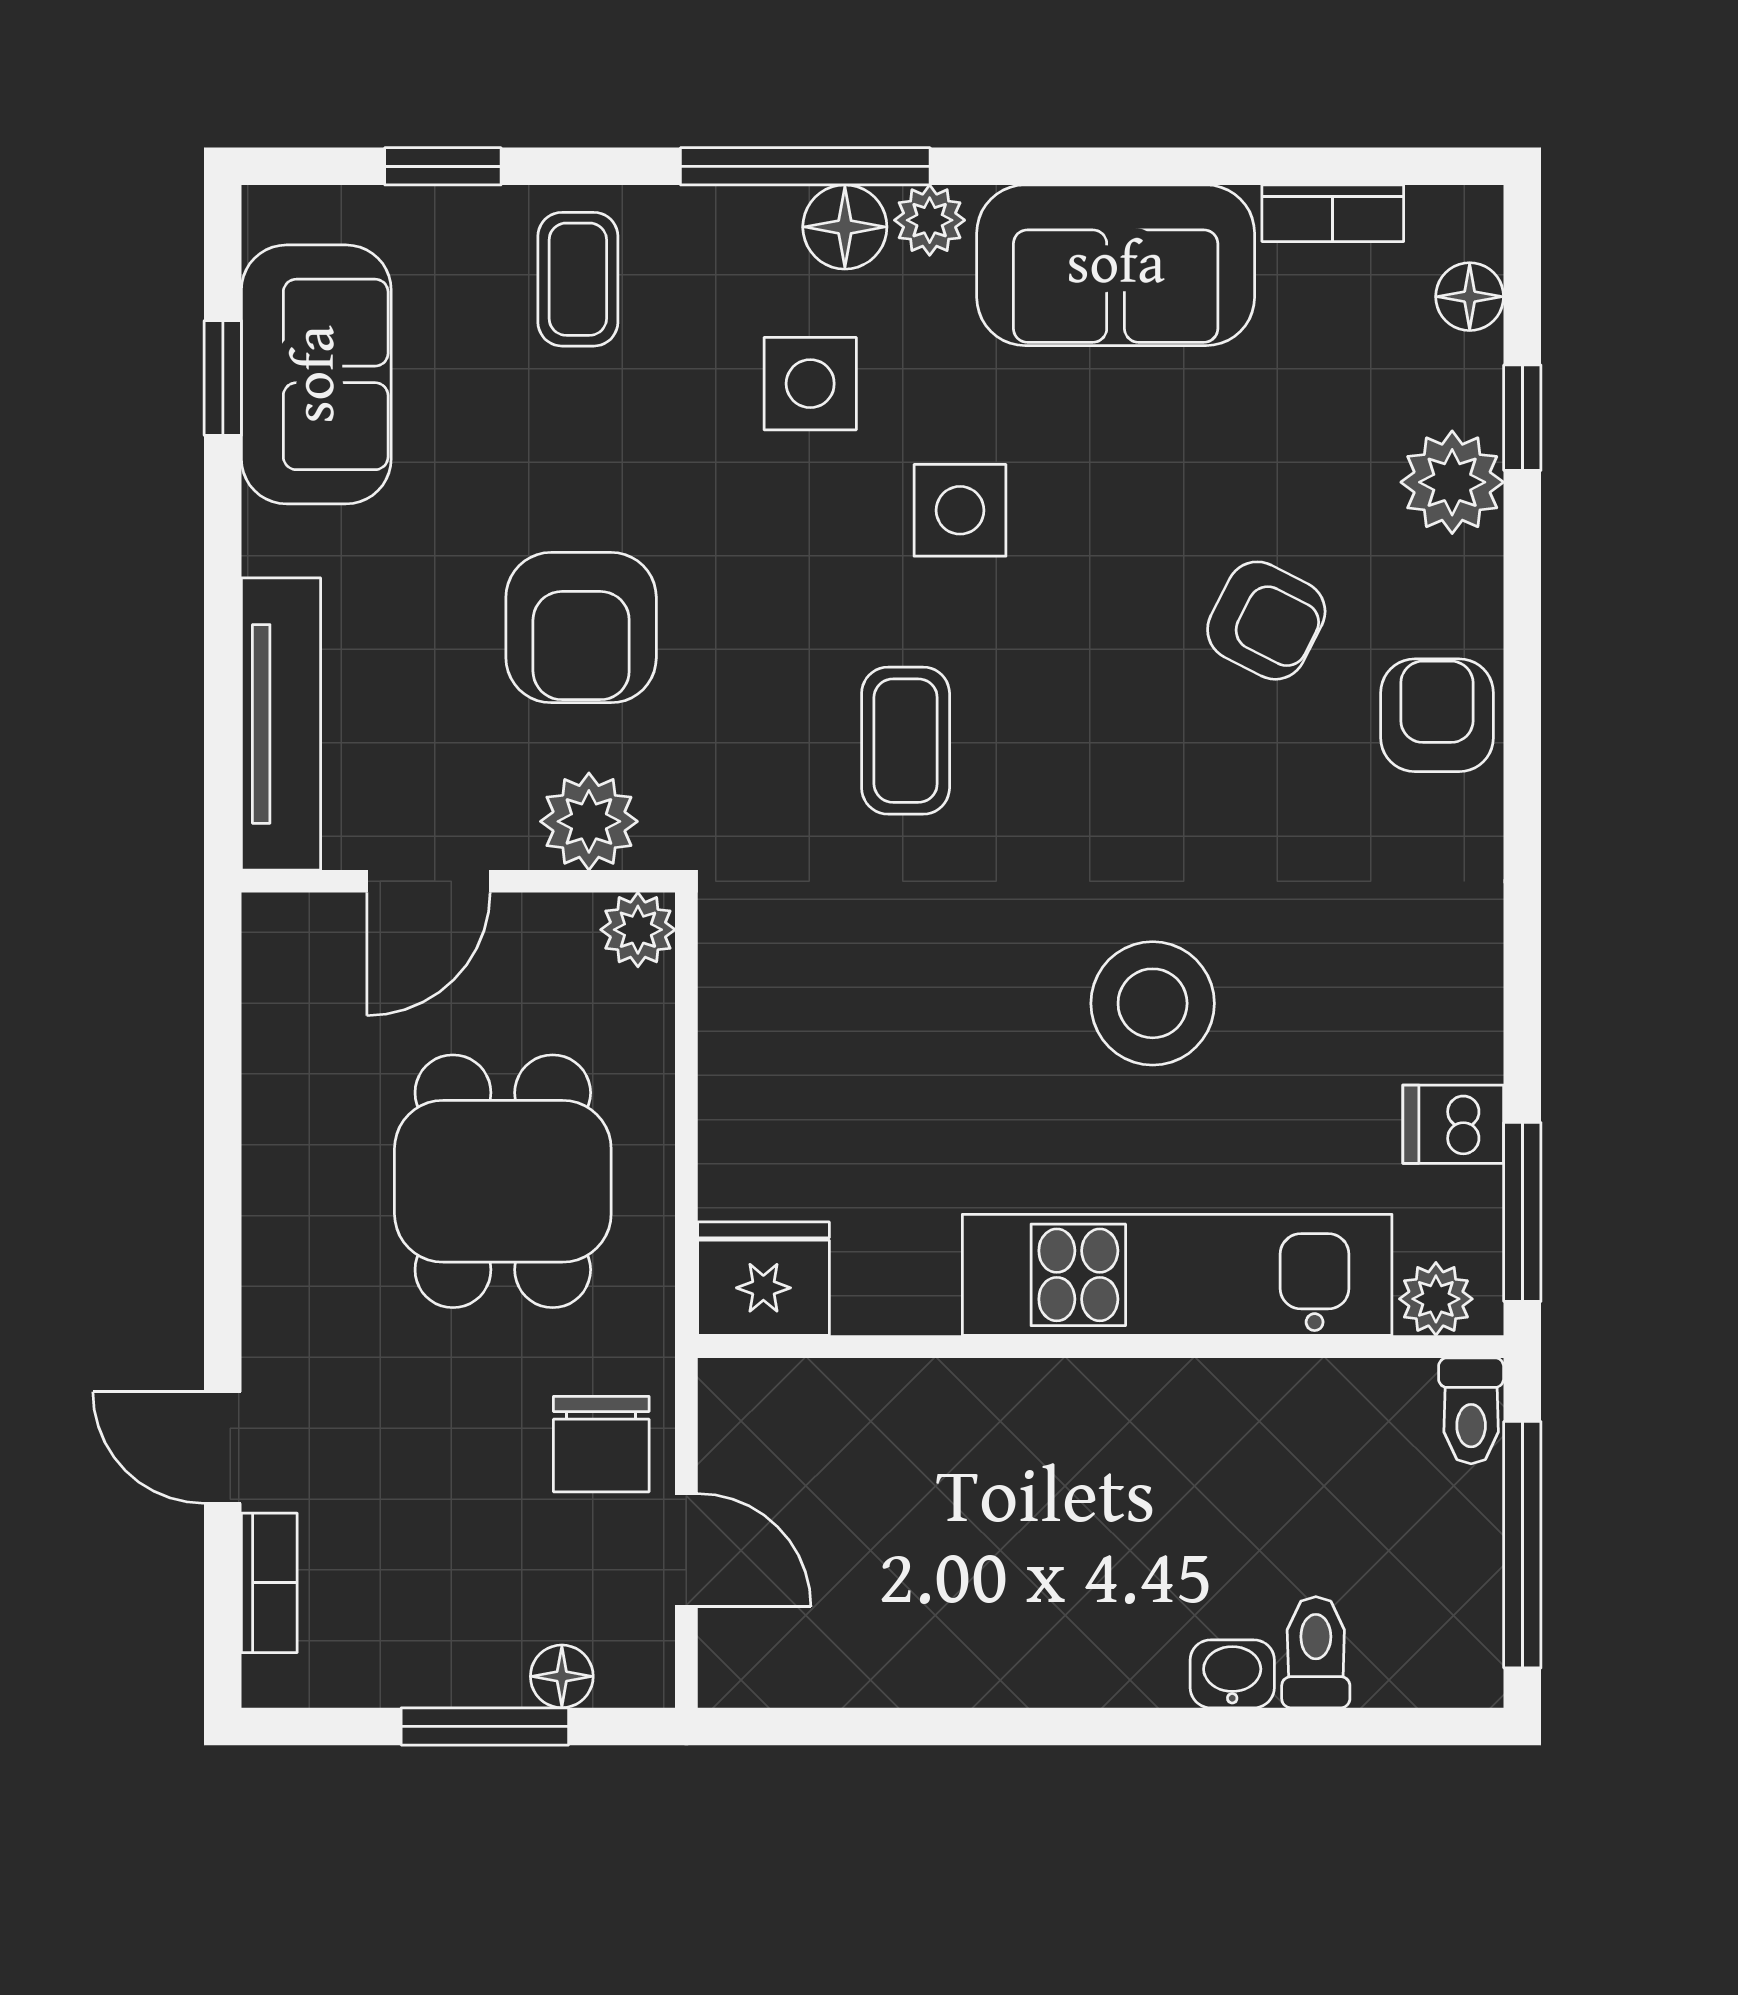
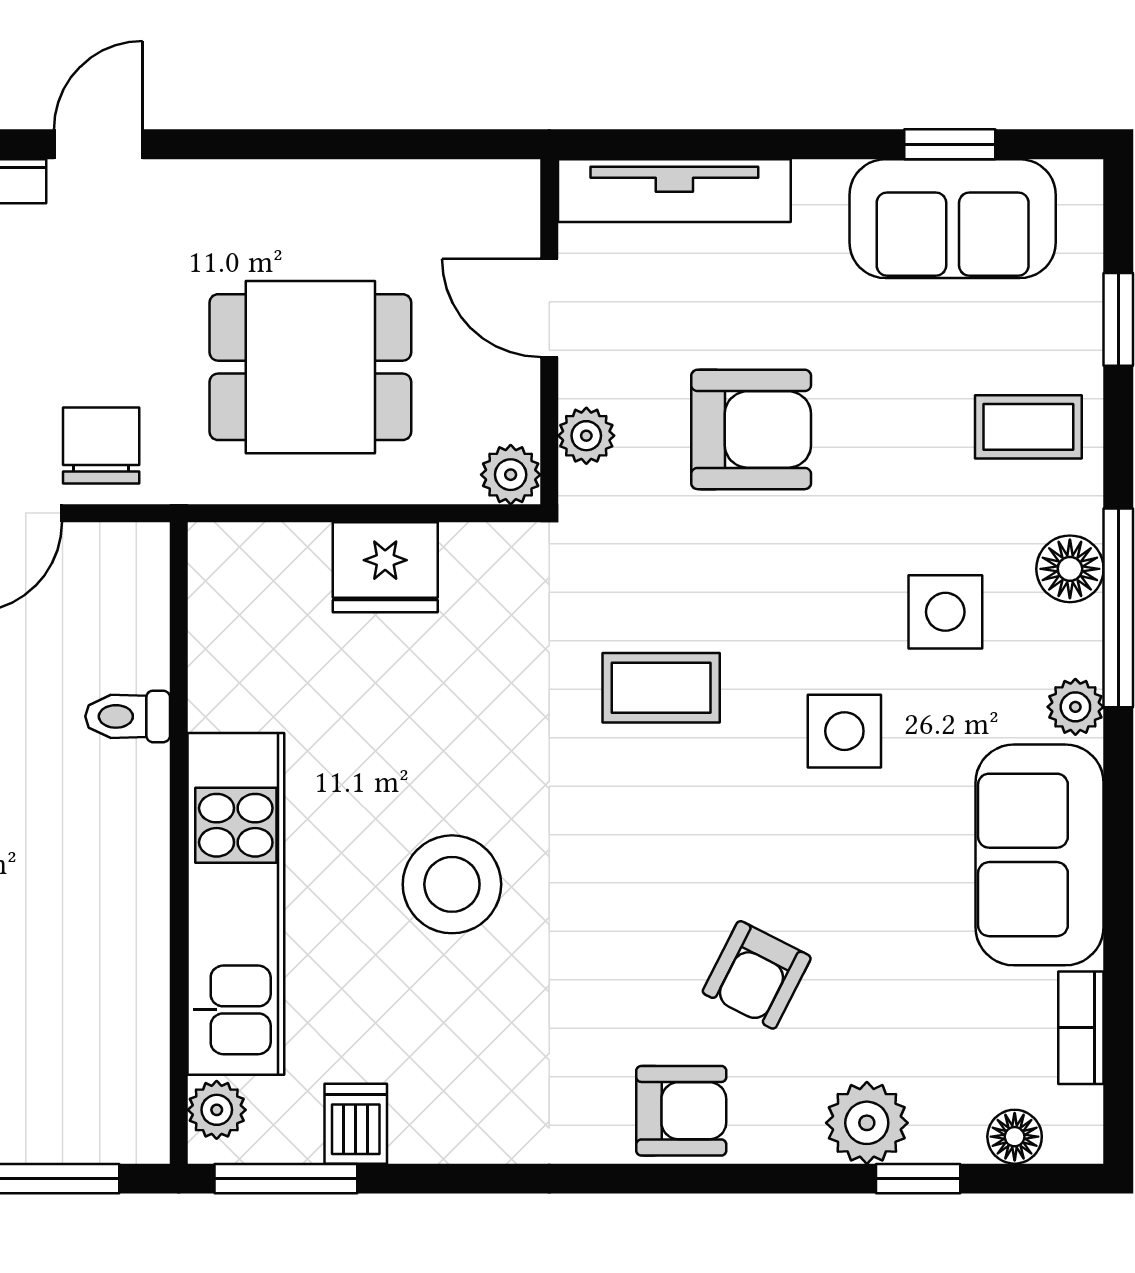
floor lamp: (845, 227) -> (1070, 569), moved
armchair: (581, 628) -> (751, 429), turned 180
plant: (589, 821) -> (586, 436), width x0.73, depth x0.73
fridge: (763, 1279) -> (385, 567), moved, turned 90
toilet: (1471, 1411) -> (128, 716), moved
chair: (601, 1444) -> (101, 445), turned 90

